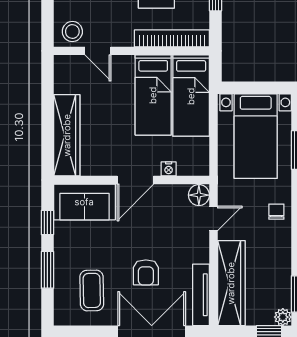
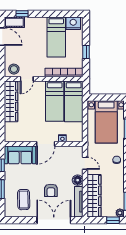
door: (98, 51) -> (27, 79), hinge flipped
wardrobe: (67, 135) -> (11, 101), moved
floor lamp: (199, 195) -> (78, 180), moved
door: (213, 218) -> (85, 163), hinge flipped

